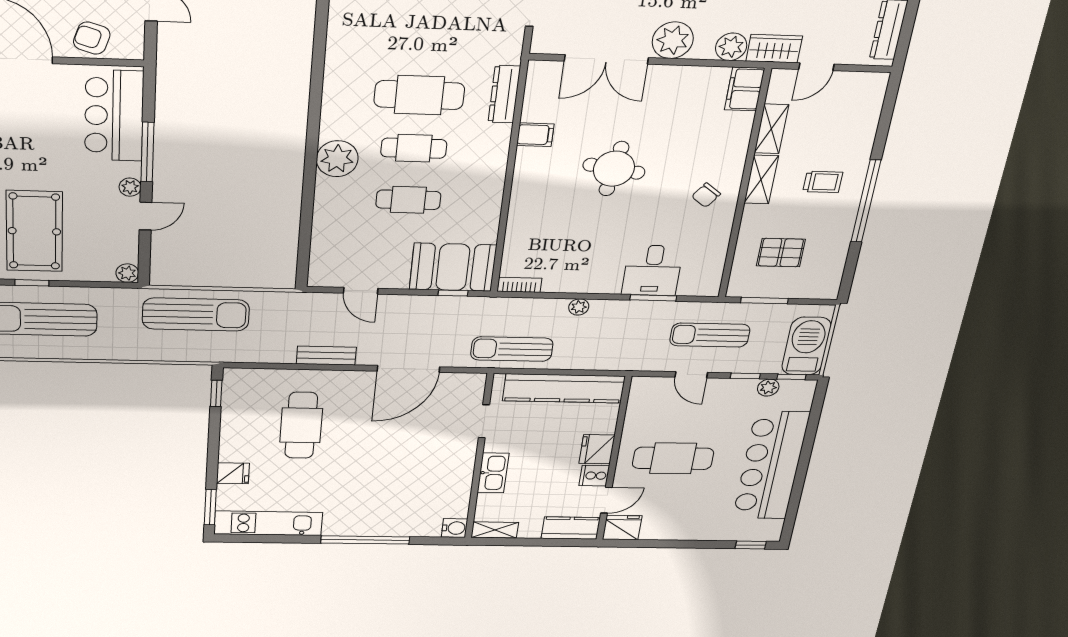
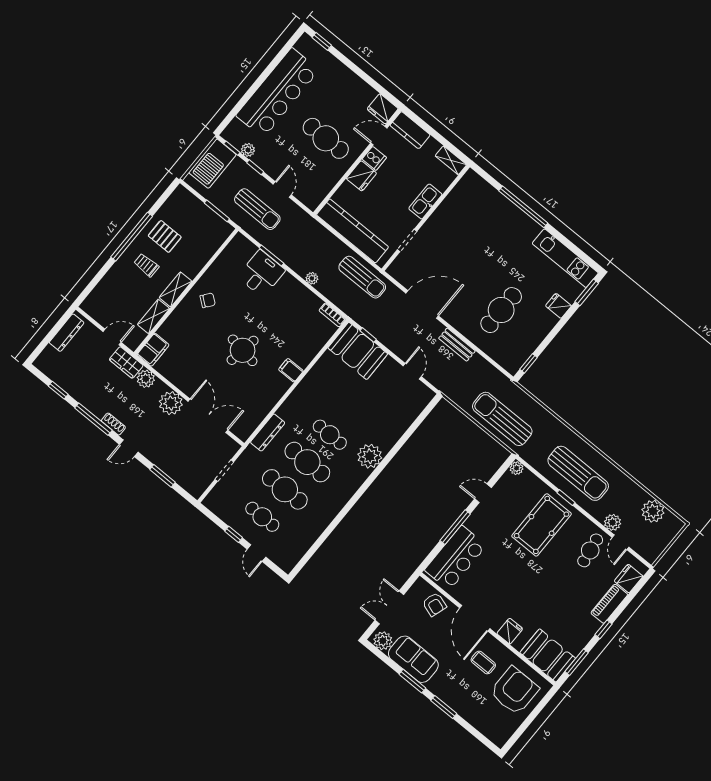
filing cabinet: (535, 135) -> (291, 370), moved
plant: (130, 187) -> (478, 515), removed
cafe table: (408, 200) -> (285, 489), moved, width x1.37, depth x1.35
pallet: (781, 253) -> (165, 236), moved
water cooler: (455, 528) -> (471, 178), removed

